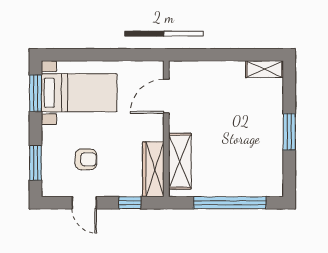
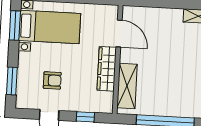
door: (166, 96) -> (119, 34), swing flipped
wardrobe: (153, 169) -> (107, 69), moved

